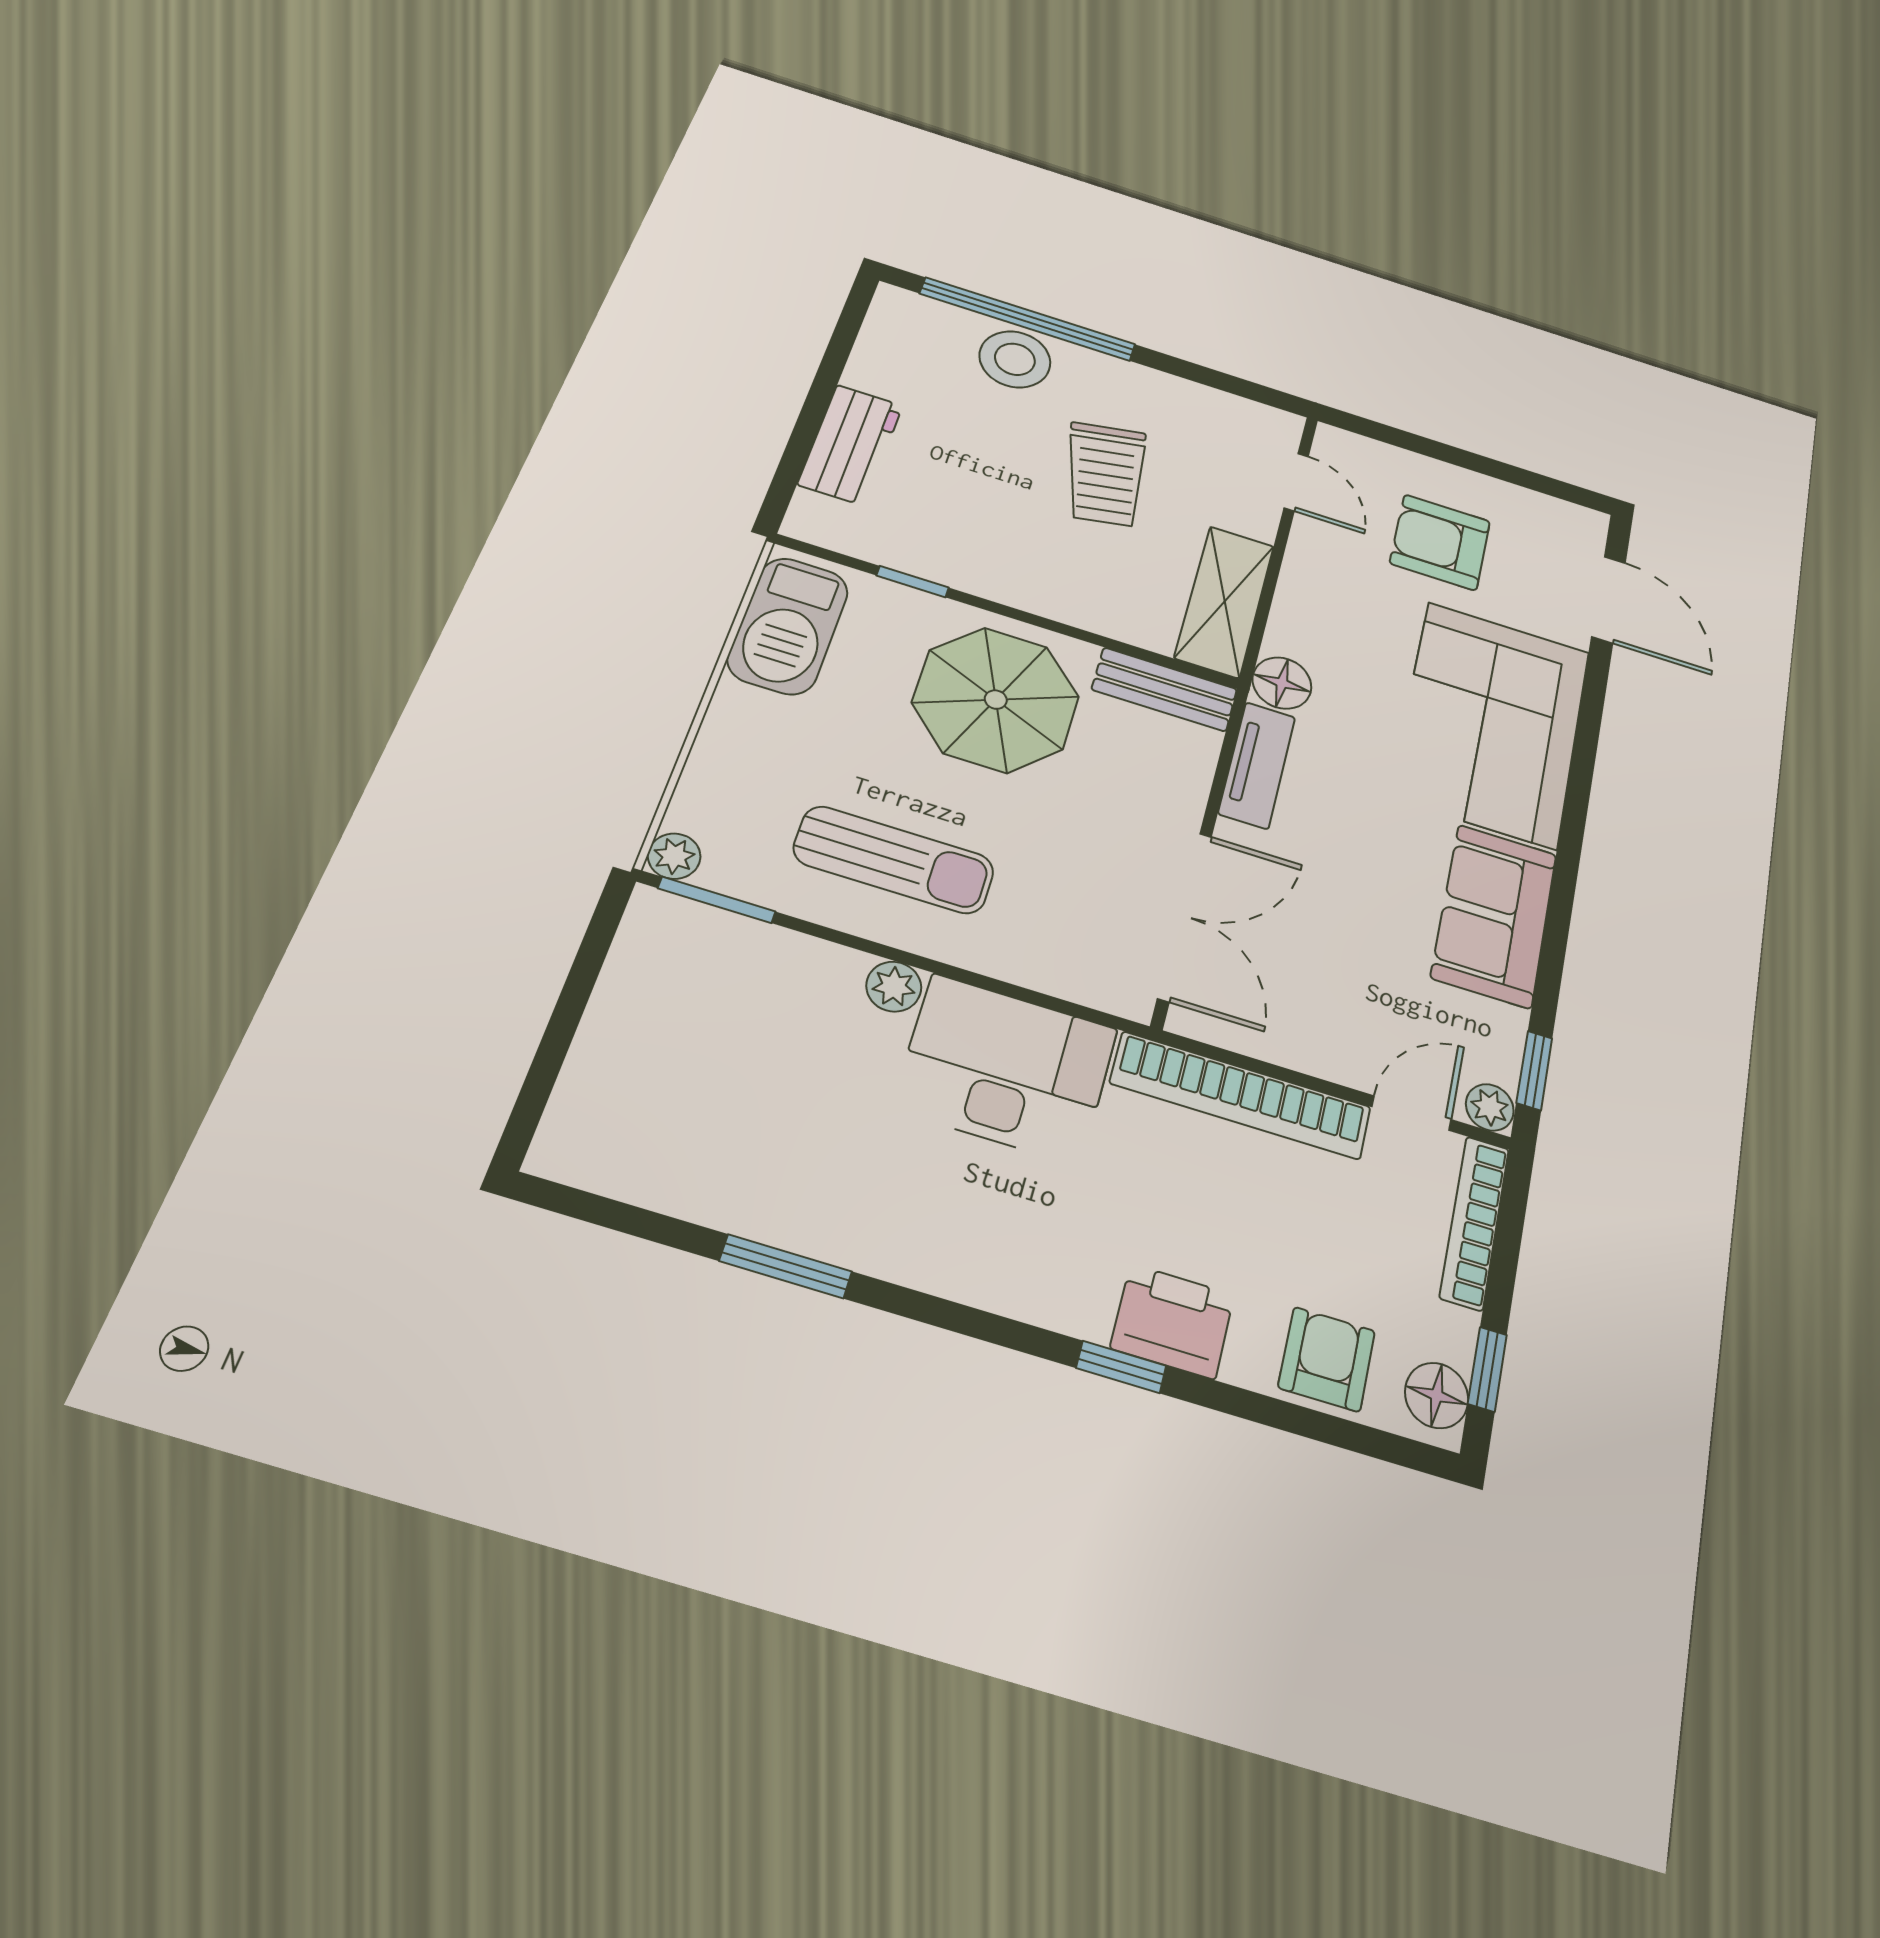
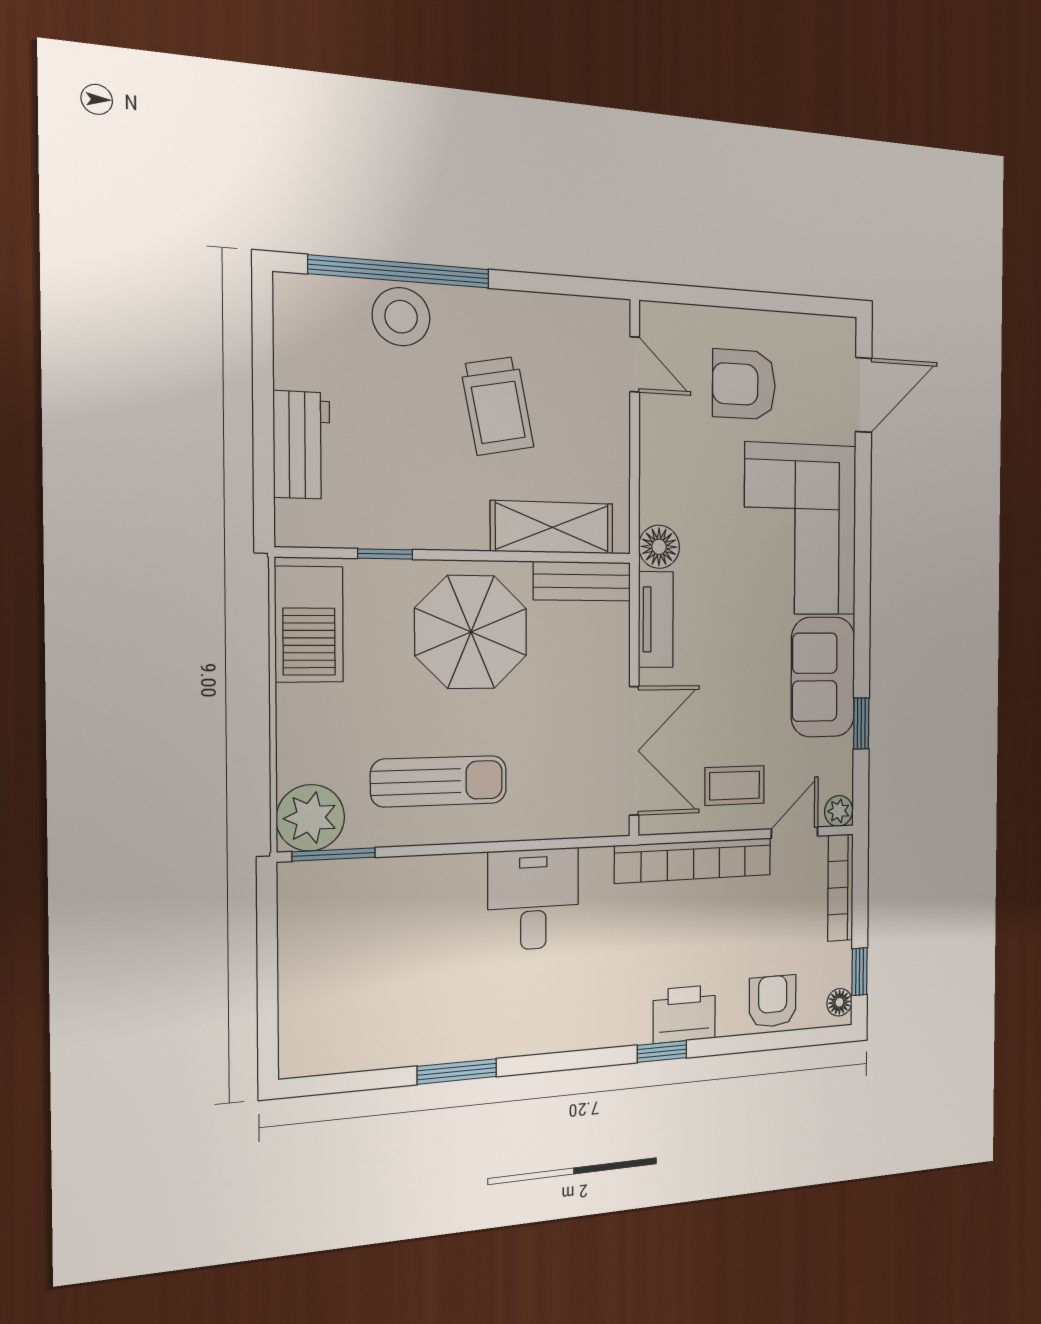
door: (1609, 600) -> (864, 395), hinge flipped
shelving: (1225, 601) -> (552, 527), moved, turned 90
plant: (674, 856) -> (310, 818), width x1.87, depth x1.87
plant: (894, 987) -> (466, 871), removed
coffee table: (1328, 1014) -> (735, 786), added
desk: (1006, 1068) -> (533, 899), width x0.73
window: (1534, 1070) -> (861, 723), moved
floor lamp: (1437, 1395) -> (839, 1002), width x0.73, depth x0.73

